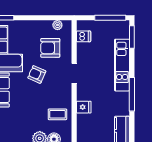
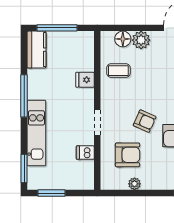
window: (110, 18) -> (52, 193), width x0.69
plant: (57, 25) -> (134, 184), moved
dishwasher: (84, 36) -> (85, 153), moved

